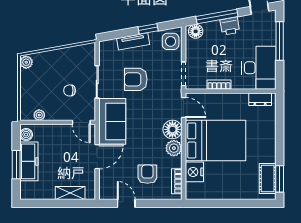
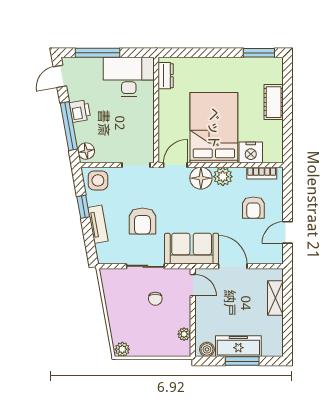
bookcase: (219, 85) -> (149, 124), removed
door: (81, 122) -> (193, 285), hinge flipped
armchair: (147, 174) -> (253, 208), turned -90
cot: (268, 178) -> (274, 102), moved, turned 90

